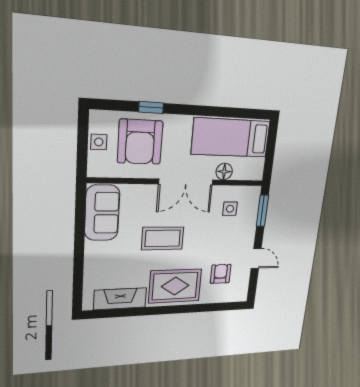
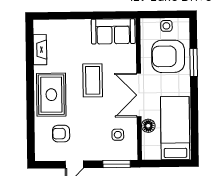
window: (151, 107) -> (194, 63), width x1.50
armchair: (221, 274) -> (61, 134), turned 180
fireplace: (120, 299) -> (40, 50), width x0.73, depth x0.76

